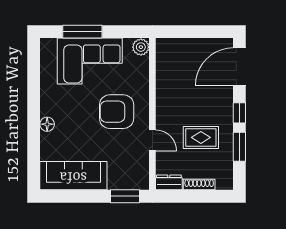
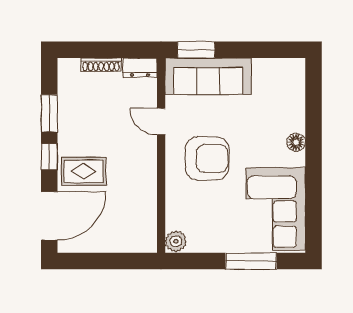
corner sofa: (90, 61) -> (276, 209), moved, turned -90
rug: (201, 137) -> (83, 171), moved
sofa: (73, 176) -> (208, 76), moved

